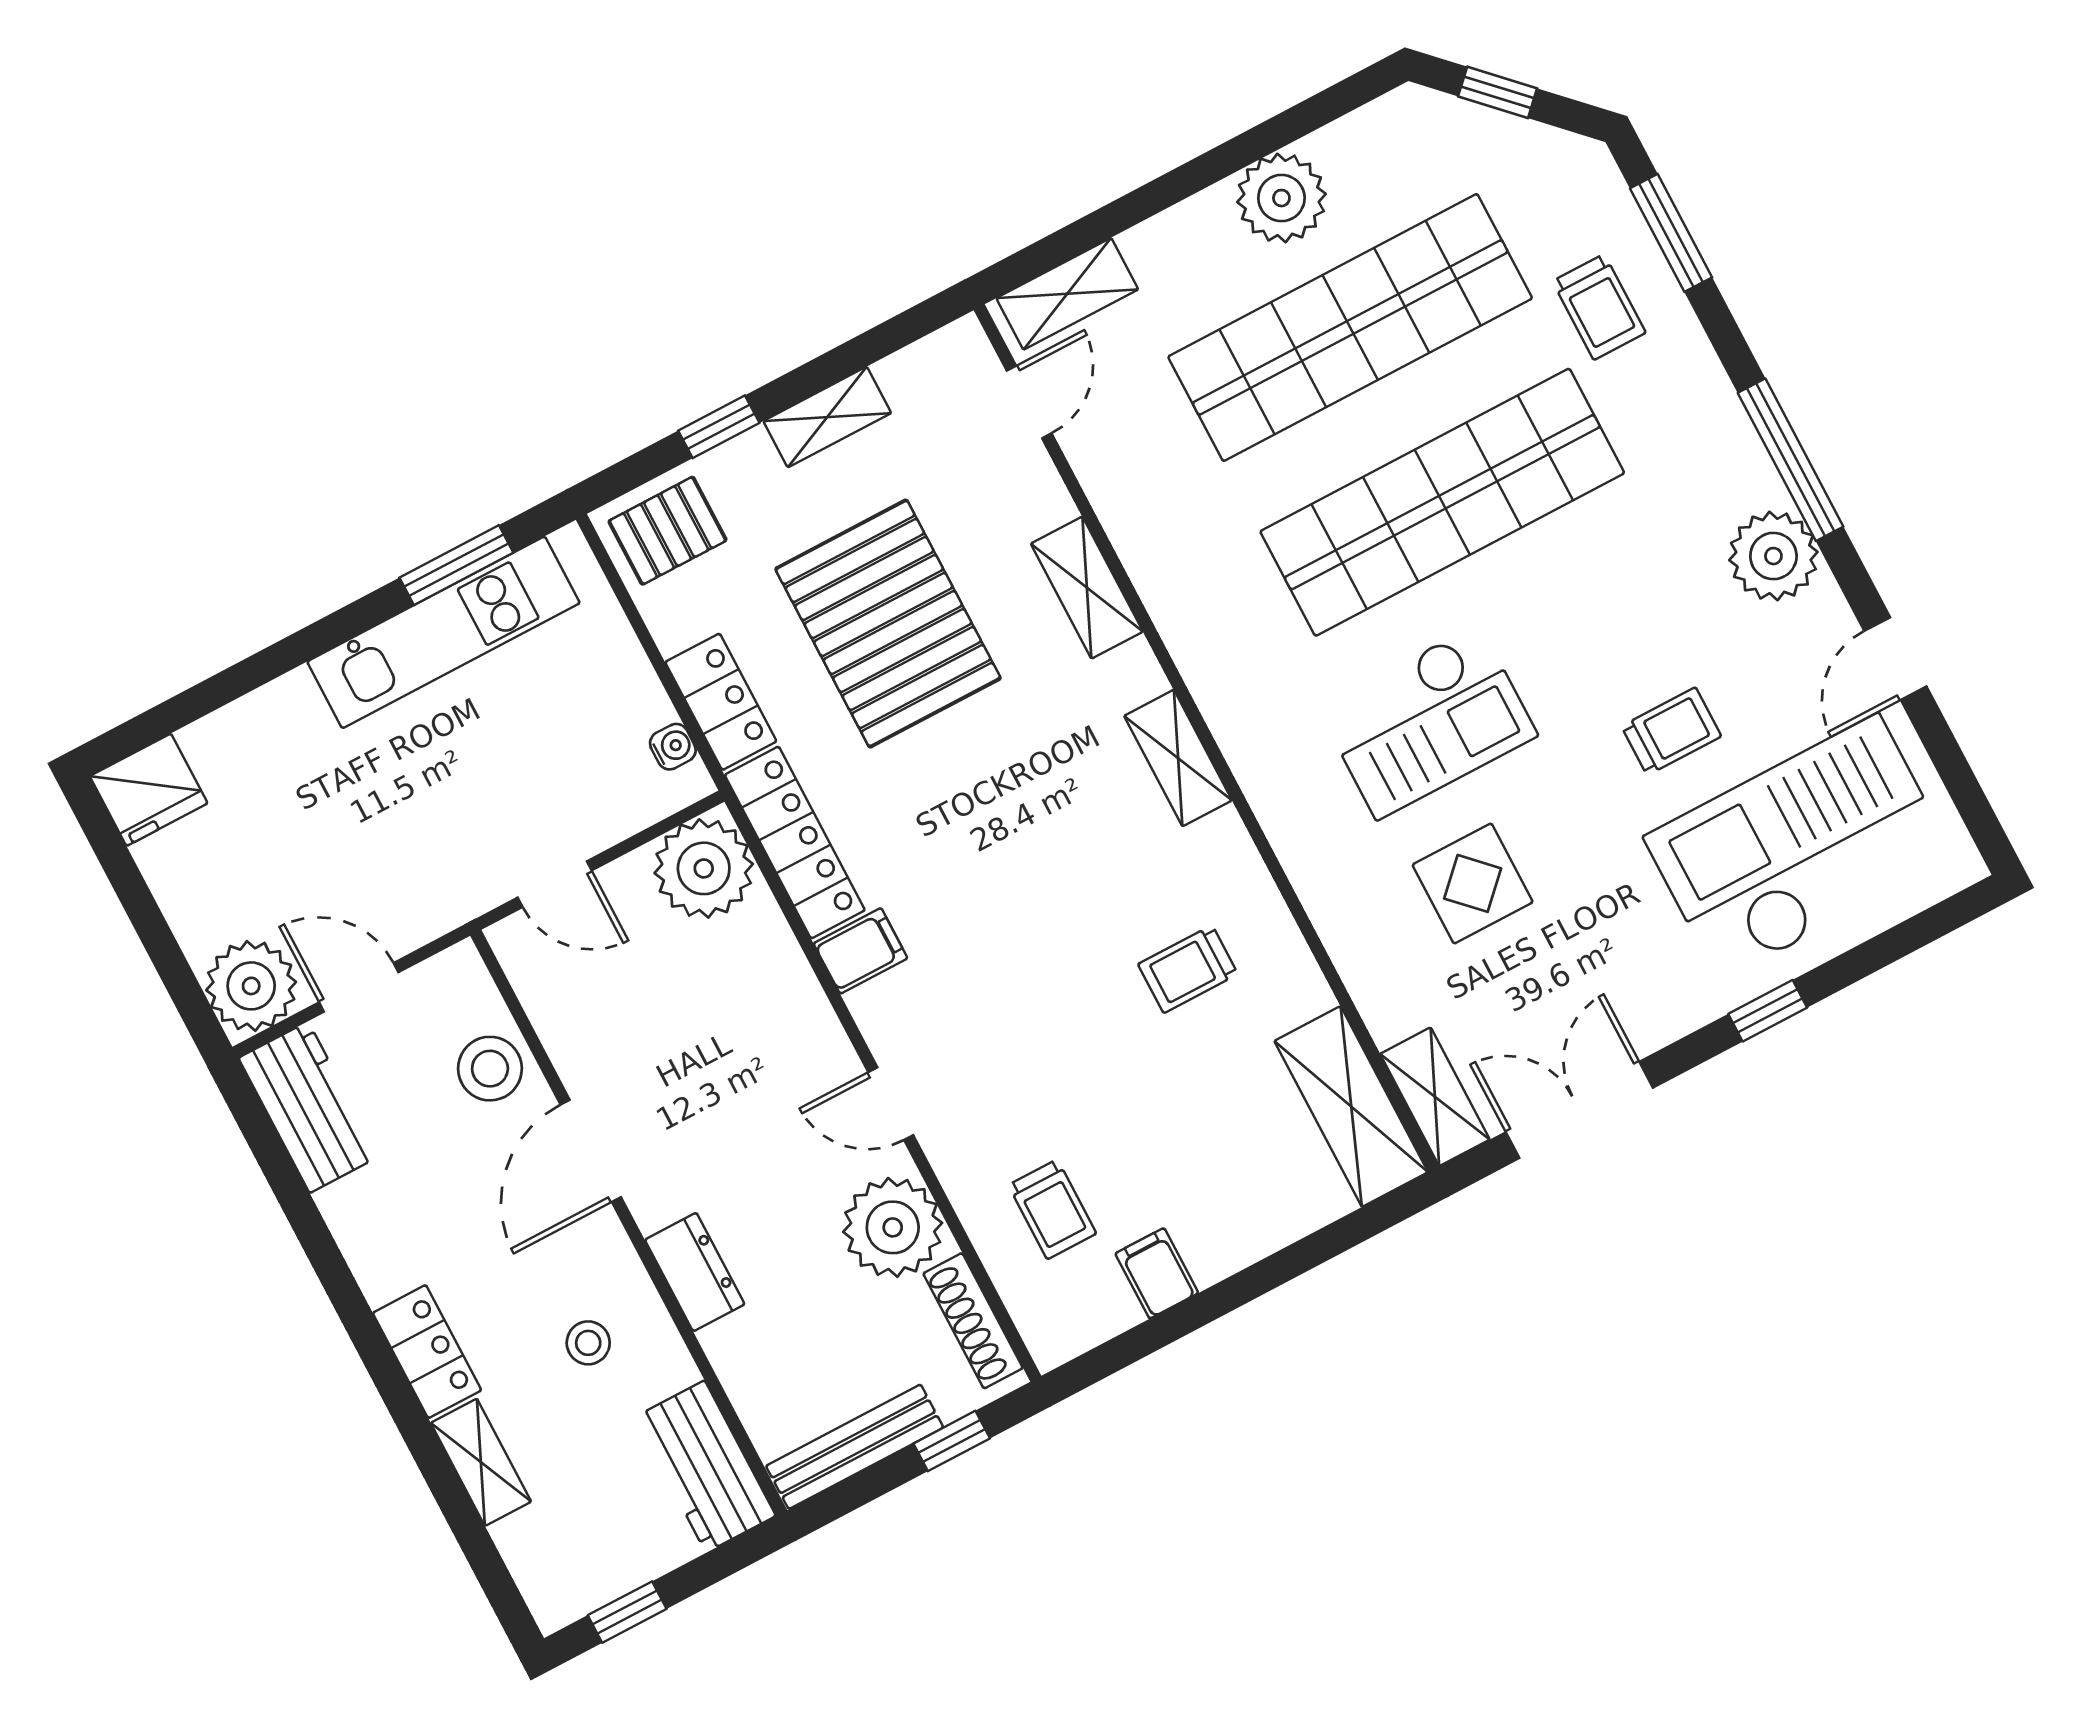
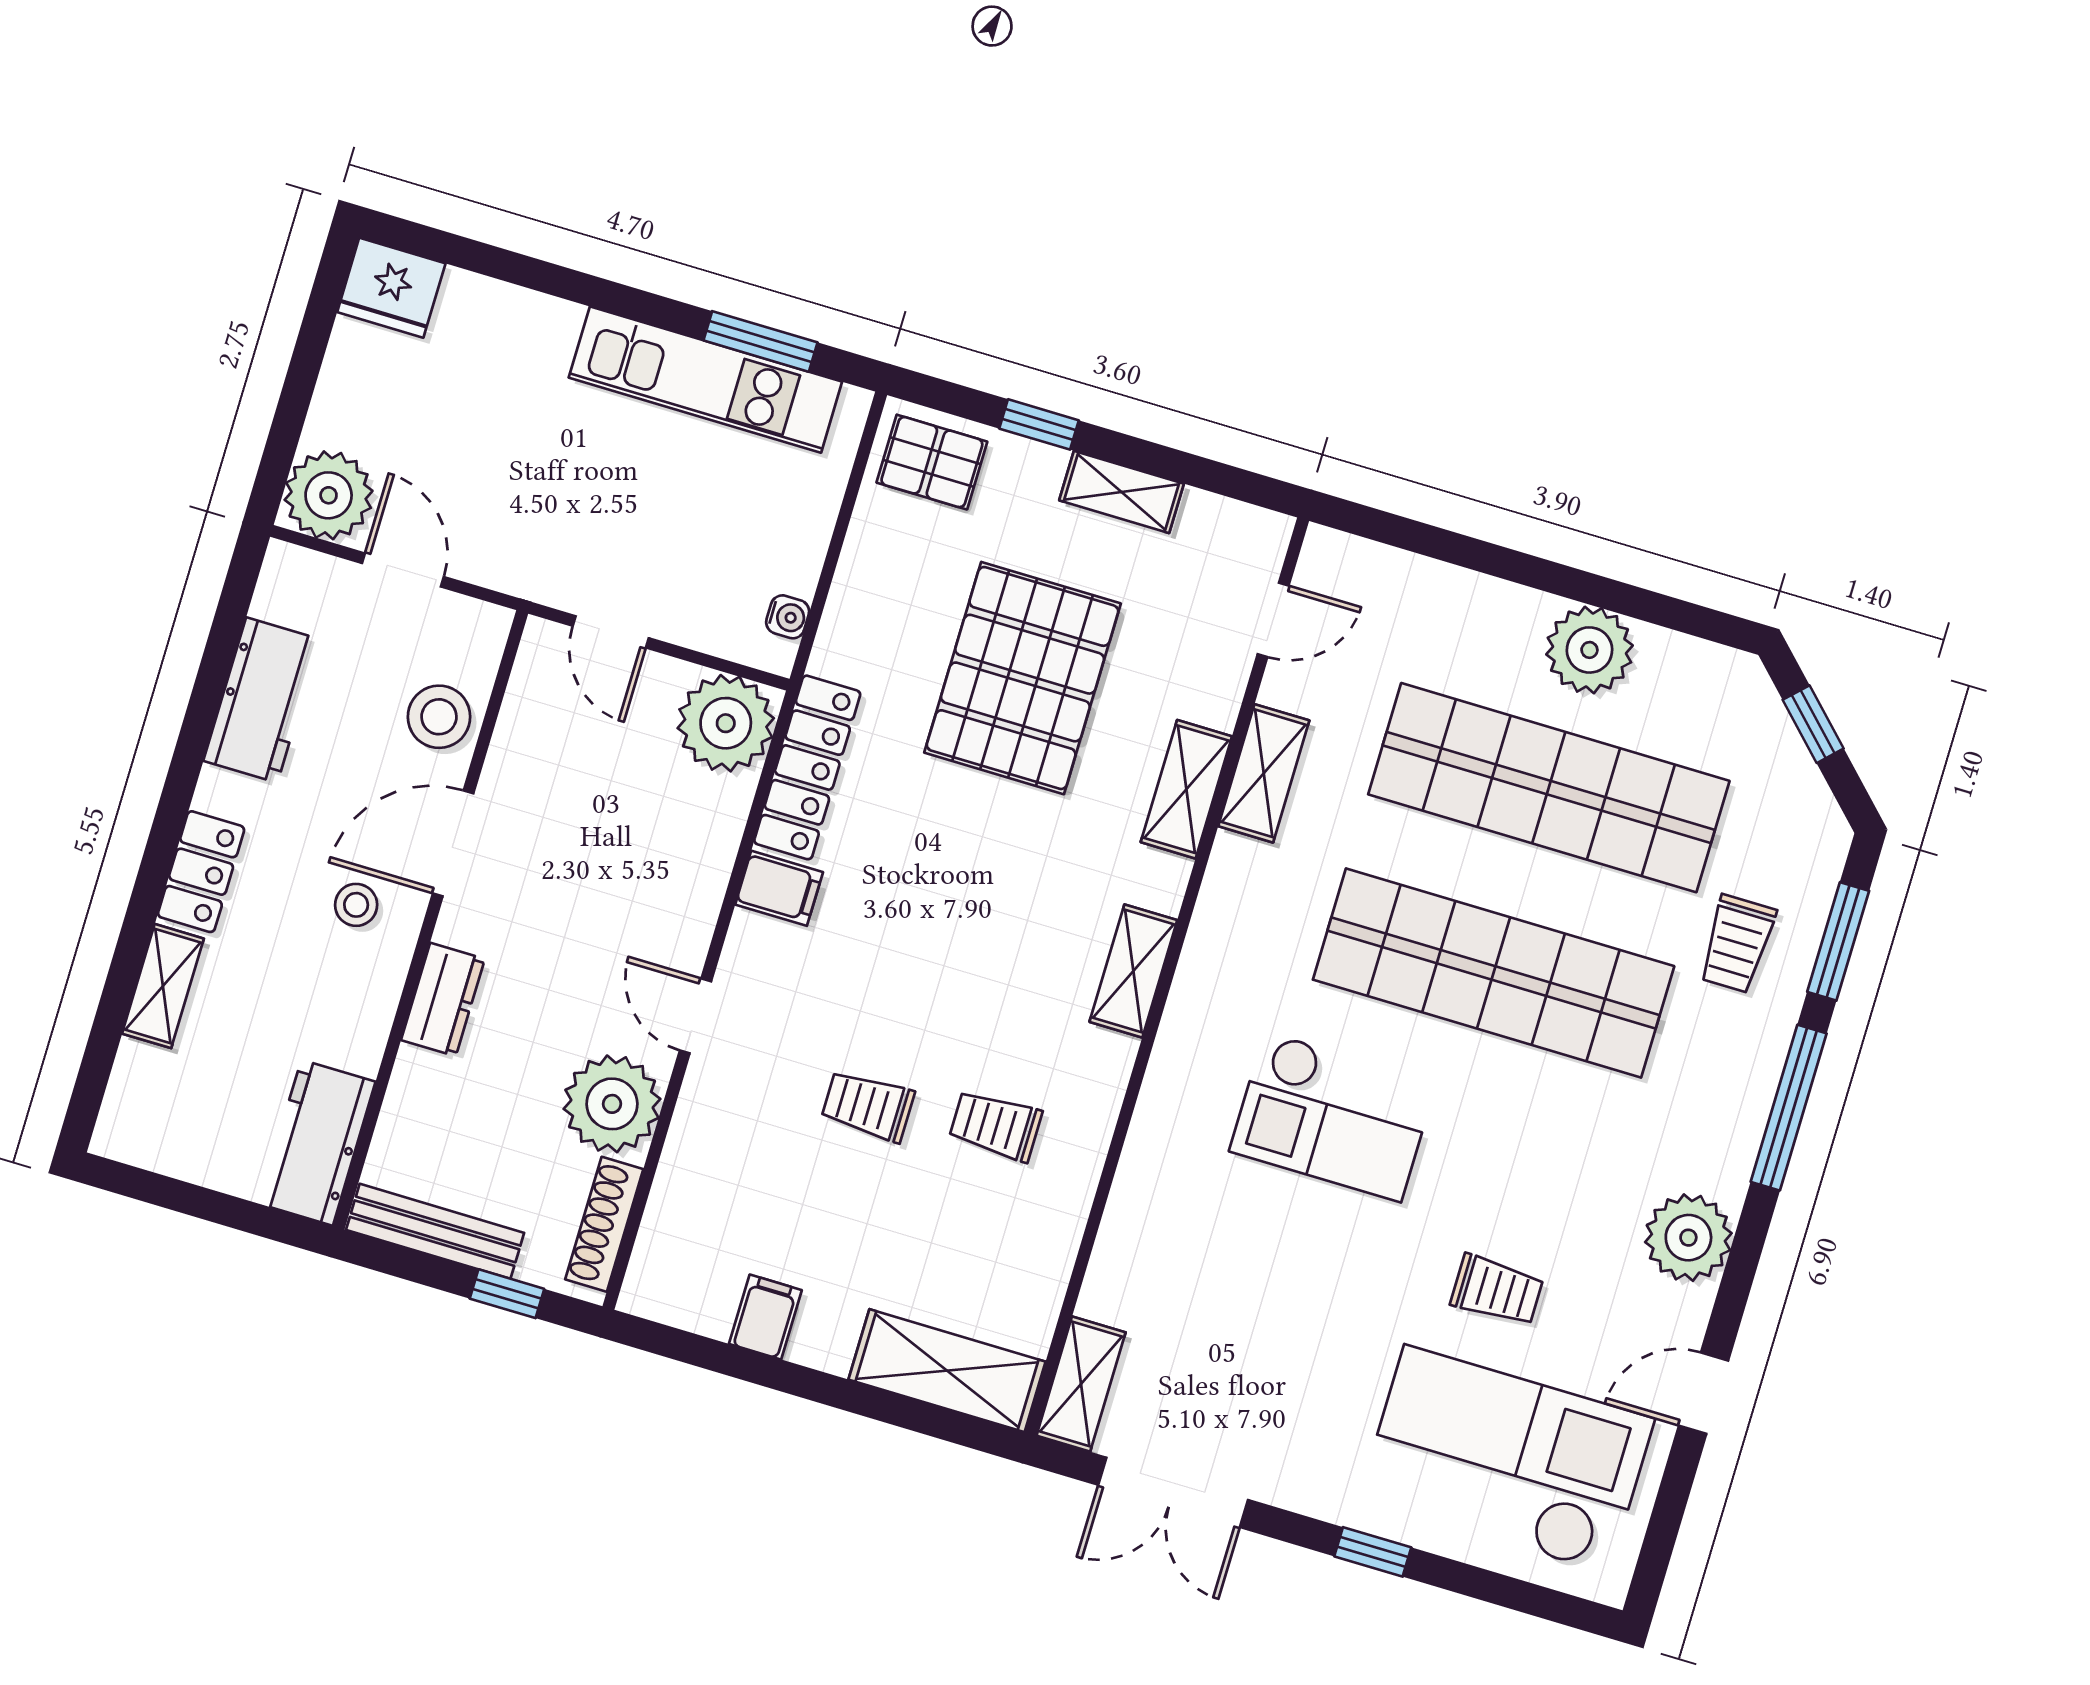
shelving: (1067, 294) -> (1264, 773), moved, turned 90
window: (1791, 460) -> (1789, 1108), moved
locker: (721, 702) -> (852, 618), removed
display table: (1473, 883) -> (1254, 1261), removed
workbench: (309, 1107) -> (262, 700), moved
shelving: (1351, 1107) -> (947, 1371), moved, turned 90
double door: (1579, 1110) -> (1173, 1492), swing flipped
trolley: (1052, 1209) -> (868, 1106), moved, turned 90
stool: (588, 1343) -> (356, 905), moved
window: (627, 1612) -> (163, 1191), removed

